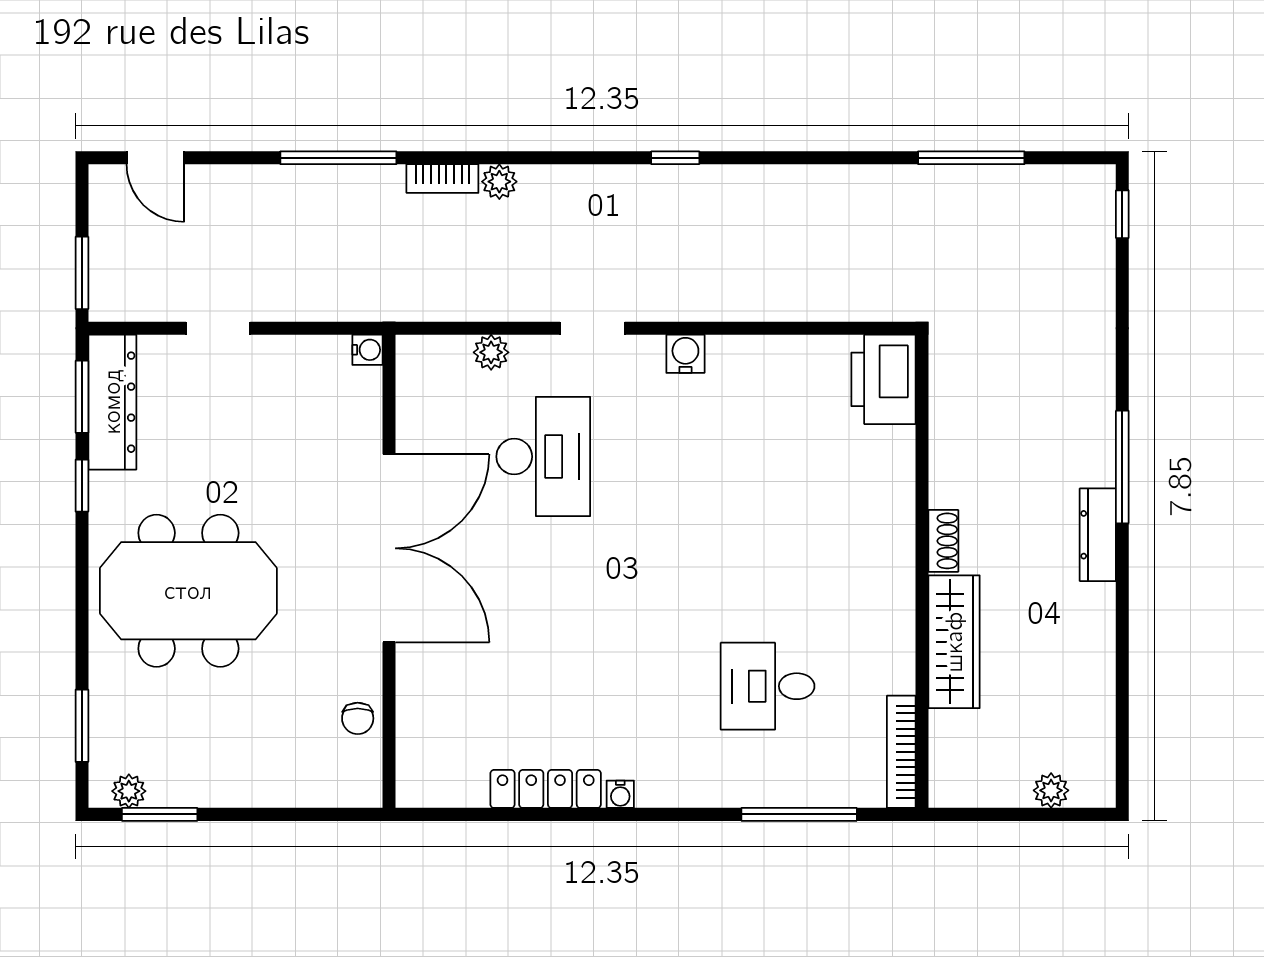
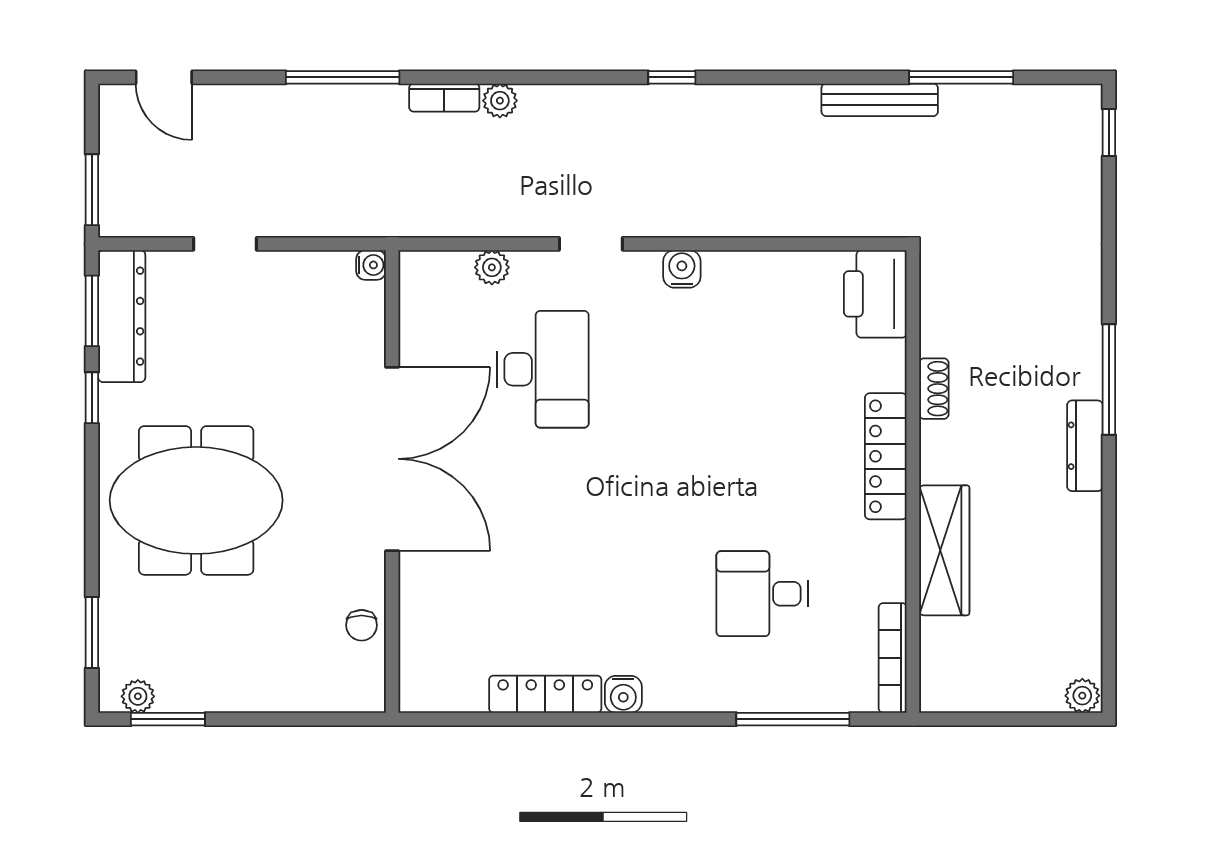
bench: (888, 181) -> (880, 100), added
shoe rack: (943, 541) -> (934, 389), moved
locker: (894, 546) -> (886, 456), added
plant: (1051, 790) -> (1082, 696), moved
water cooler: (620, 794) -> (623, 694), width x1.38, depth x1.38

